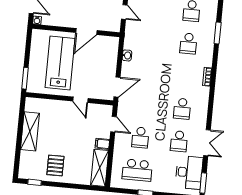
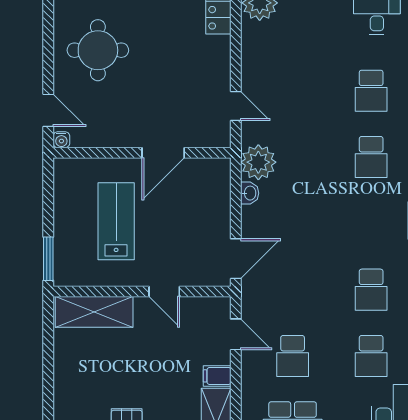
plant: (133, 41) -> (258, 162), added
lab bench: (60, 63) -> (116, 221), width x0.73, depth x0.72
shelving: (30, 131) -> (94, 312), moved, turned 90

